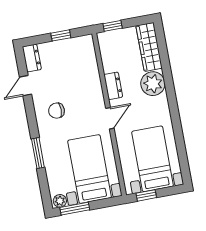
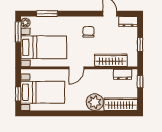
wardrobe: (90, 72) -> (111, 60), added
dresser: (113, 86) -> (123, 74), moved
door: (110, 118) -> (76, 68), hinge flipped
window: (38, 153) -> (47, 14), moved
window: (146, 195) -> (18, 94), moved

